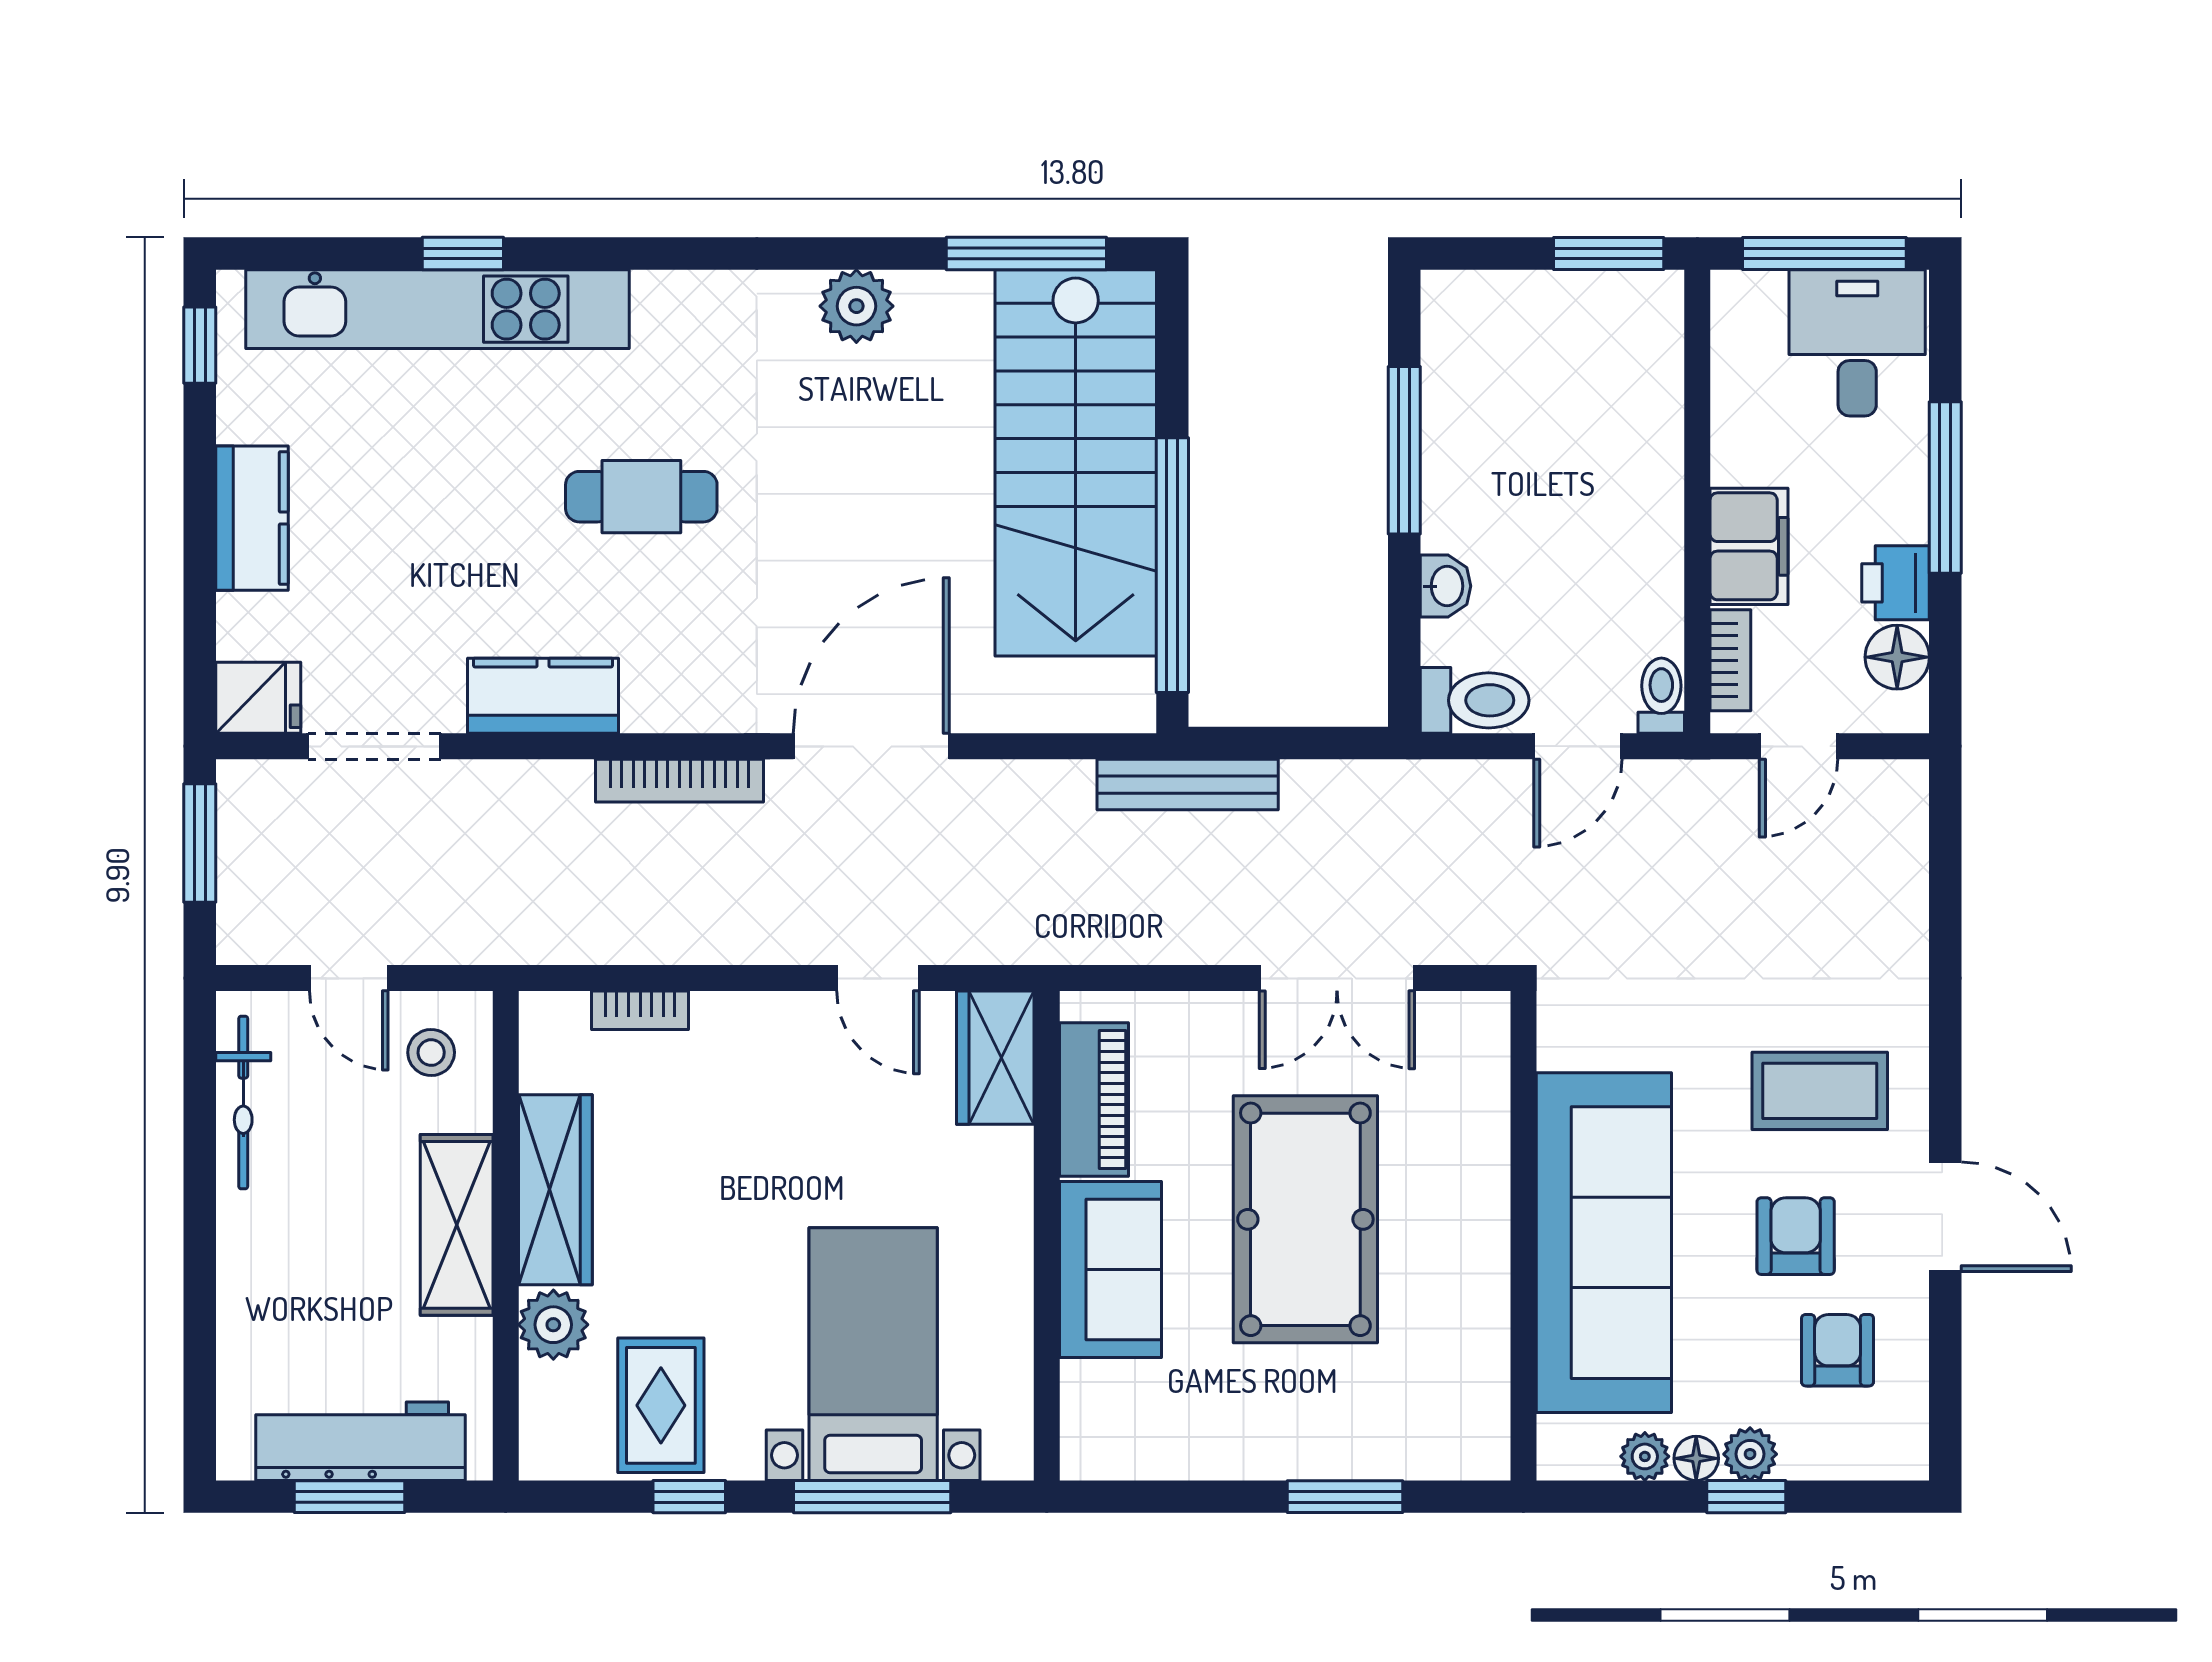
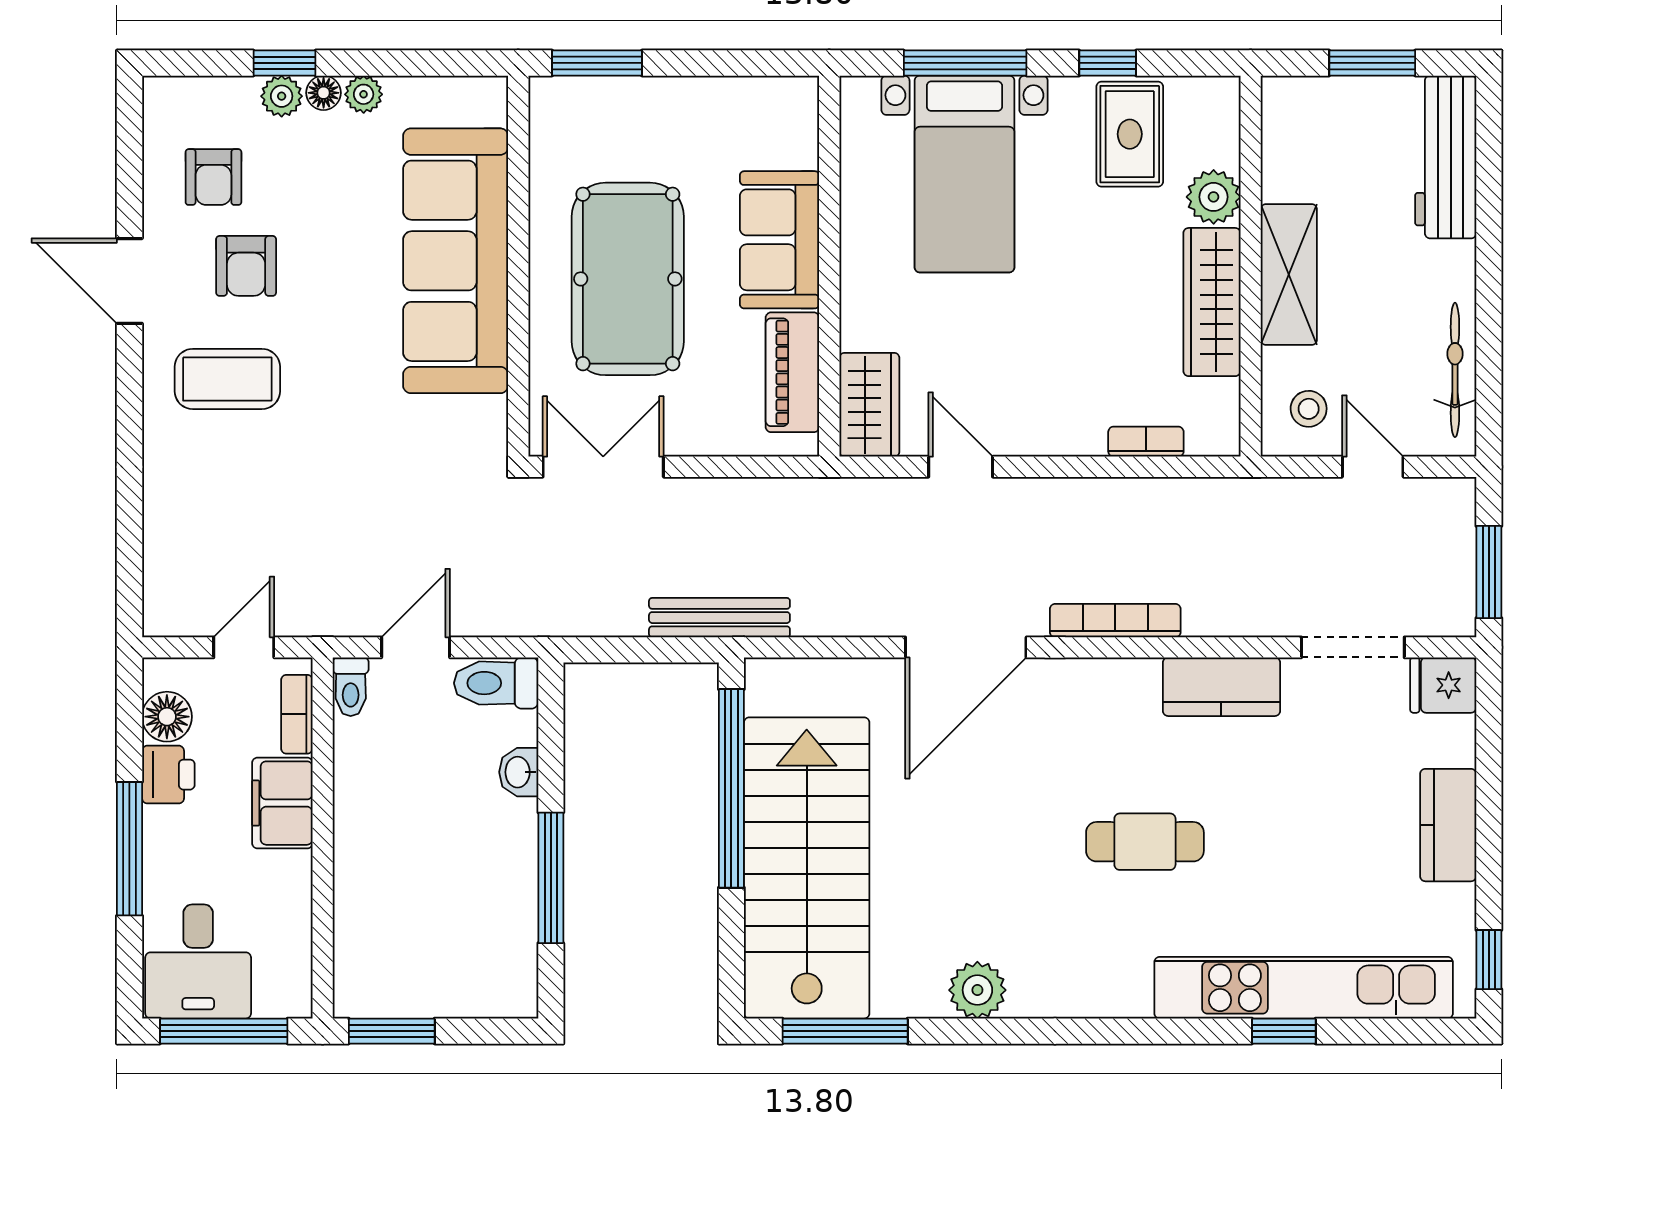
wall: (1523, 1236) -> (518, 266), moved
sofa: (1604, 1243) -> (456, 261), moved
workbench: (360, 1441) -> (1446, 157), moved, turned 90

